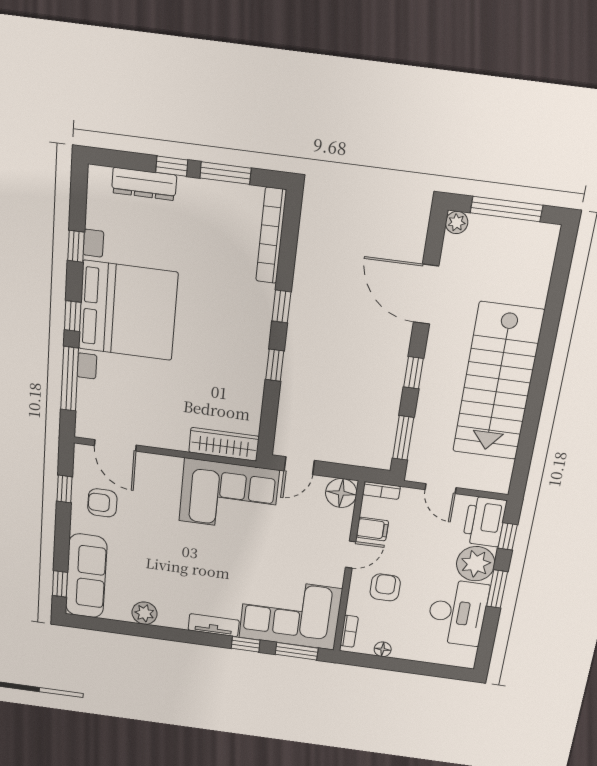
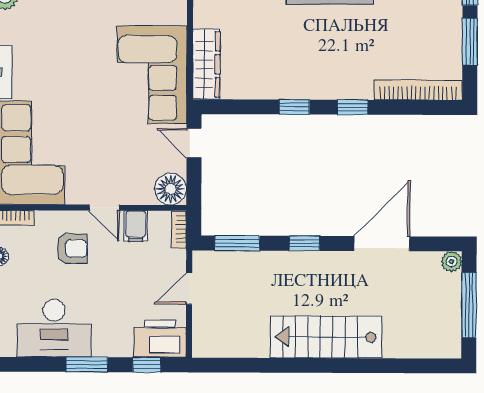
stairs: (498, 382) -> (326, 337), width x0.73, depth x0.66
plant: (476, 564) -> (112, 338), removed

